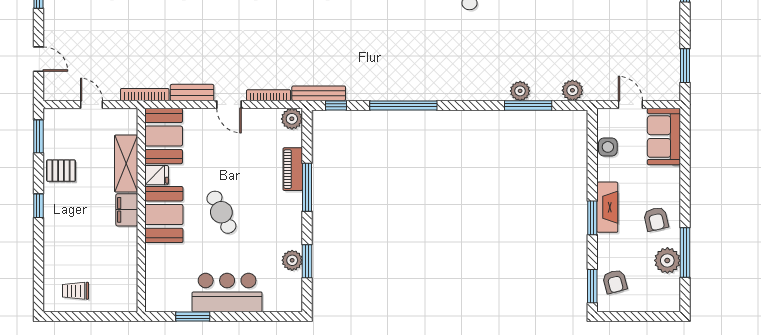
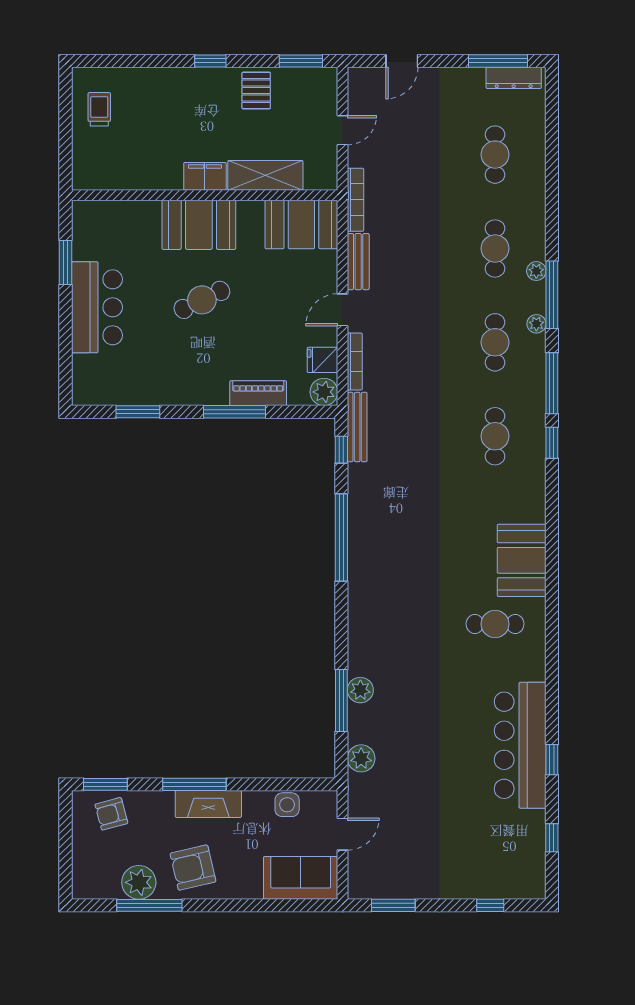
fridge: (157, 175) -> (323, 360), moved, turned 90
window: (592, 218) -> (194, 784), width x1.44
armchair: (656, 219) -> (193, 868), width x1.38, depth x1.38
plant: (292, 260) -> (139, 392), removed

